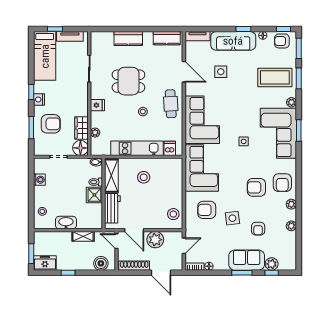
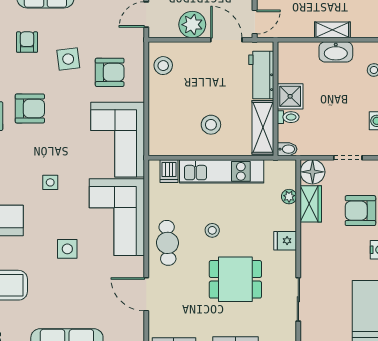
side table: (221, 72) -> (67, 249), moved
shelving: (83, 236) -> (332, 30), moved
door: (116, 241) -> (255, 22), hinge flipped

